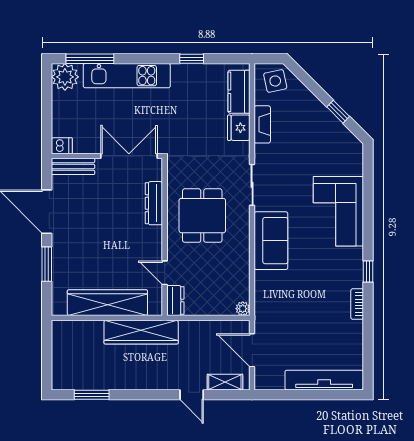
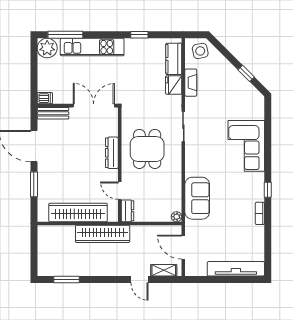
dresser: (154, 203) -> (112, 153), moved
sofa: (271, 241) -> (197, 198), moved

